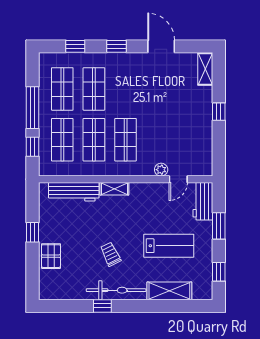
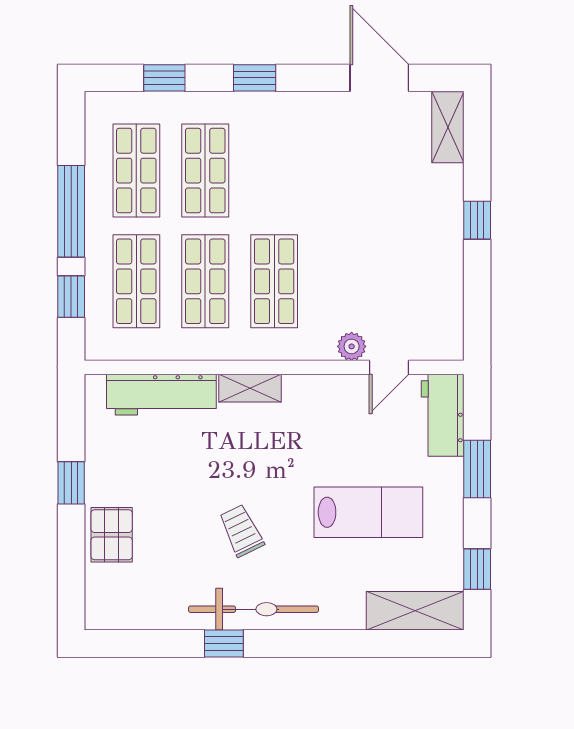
door: (161, 46) -> (379, 78), moved
shelving: (169, 291) -> (415, 611), moved

